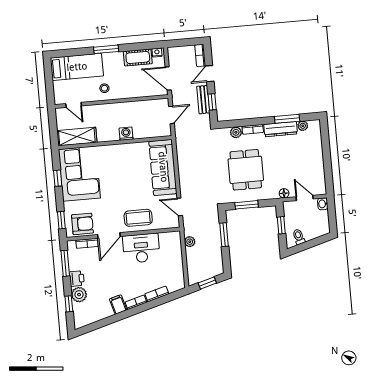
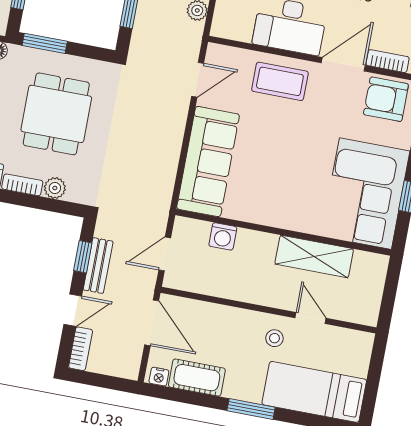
door: (74, 105) -> (311, 318), moved
washing machine: (126, 134) -> (223, 236), moved
shelving: (77, 137) -> (314, 256), moved
window: (247, 205) -> (45, 43), moved
door: (180, 207) -> (198, 80), hinge flipped

